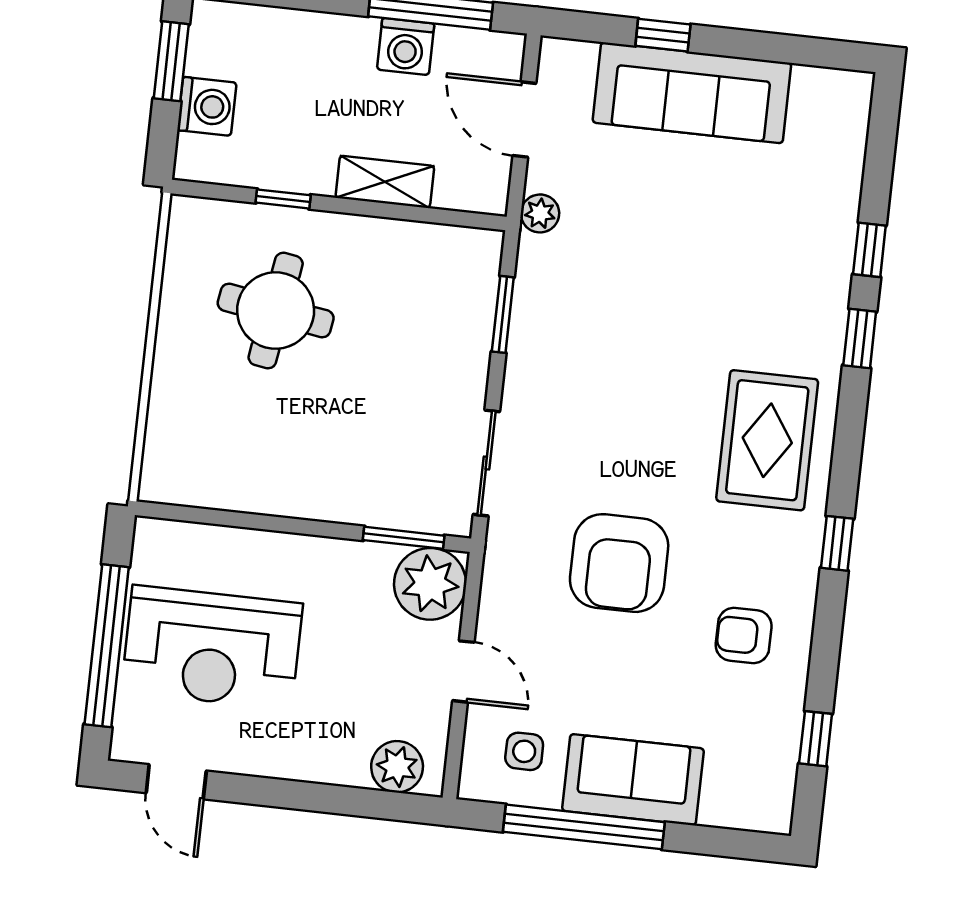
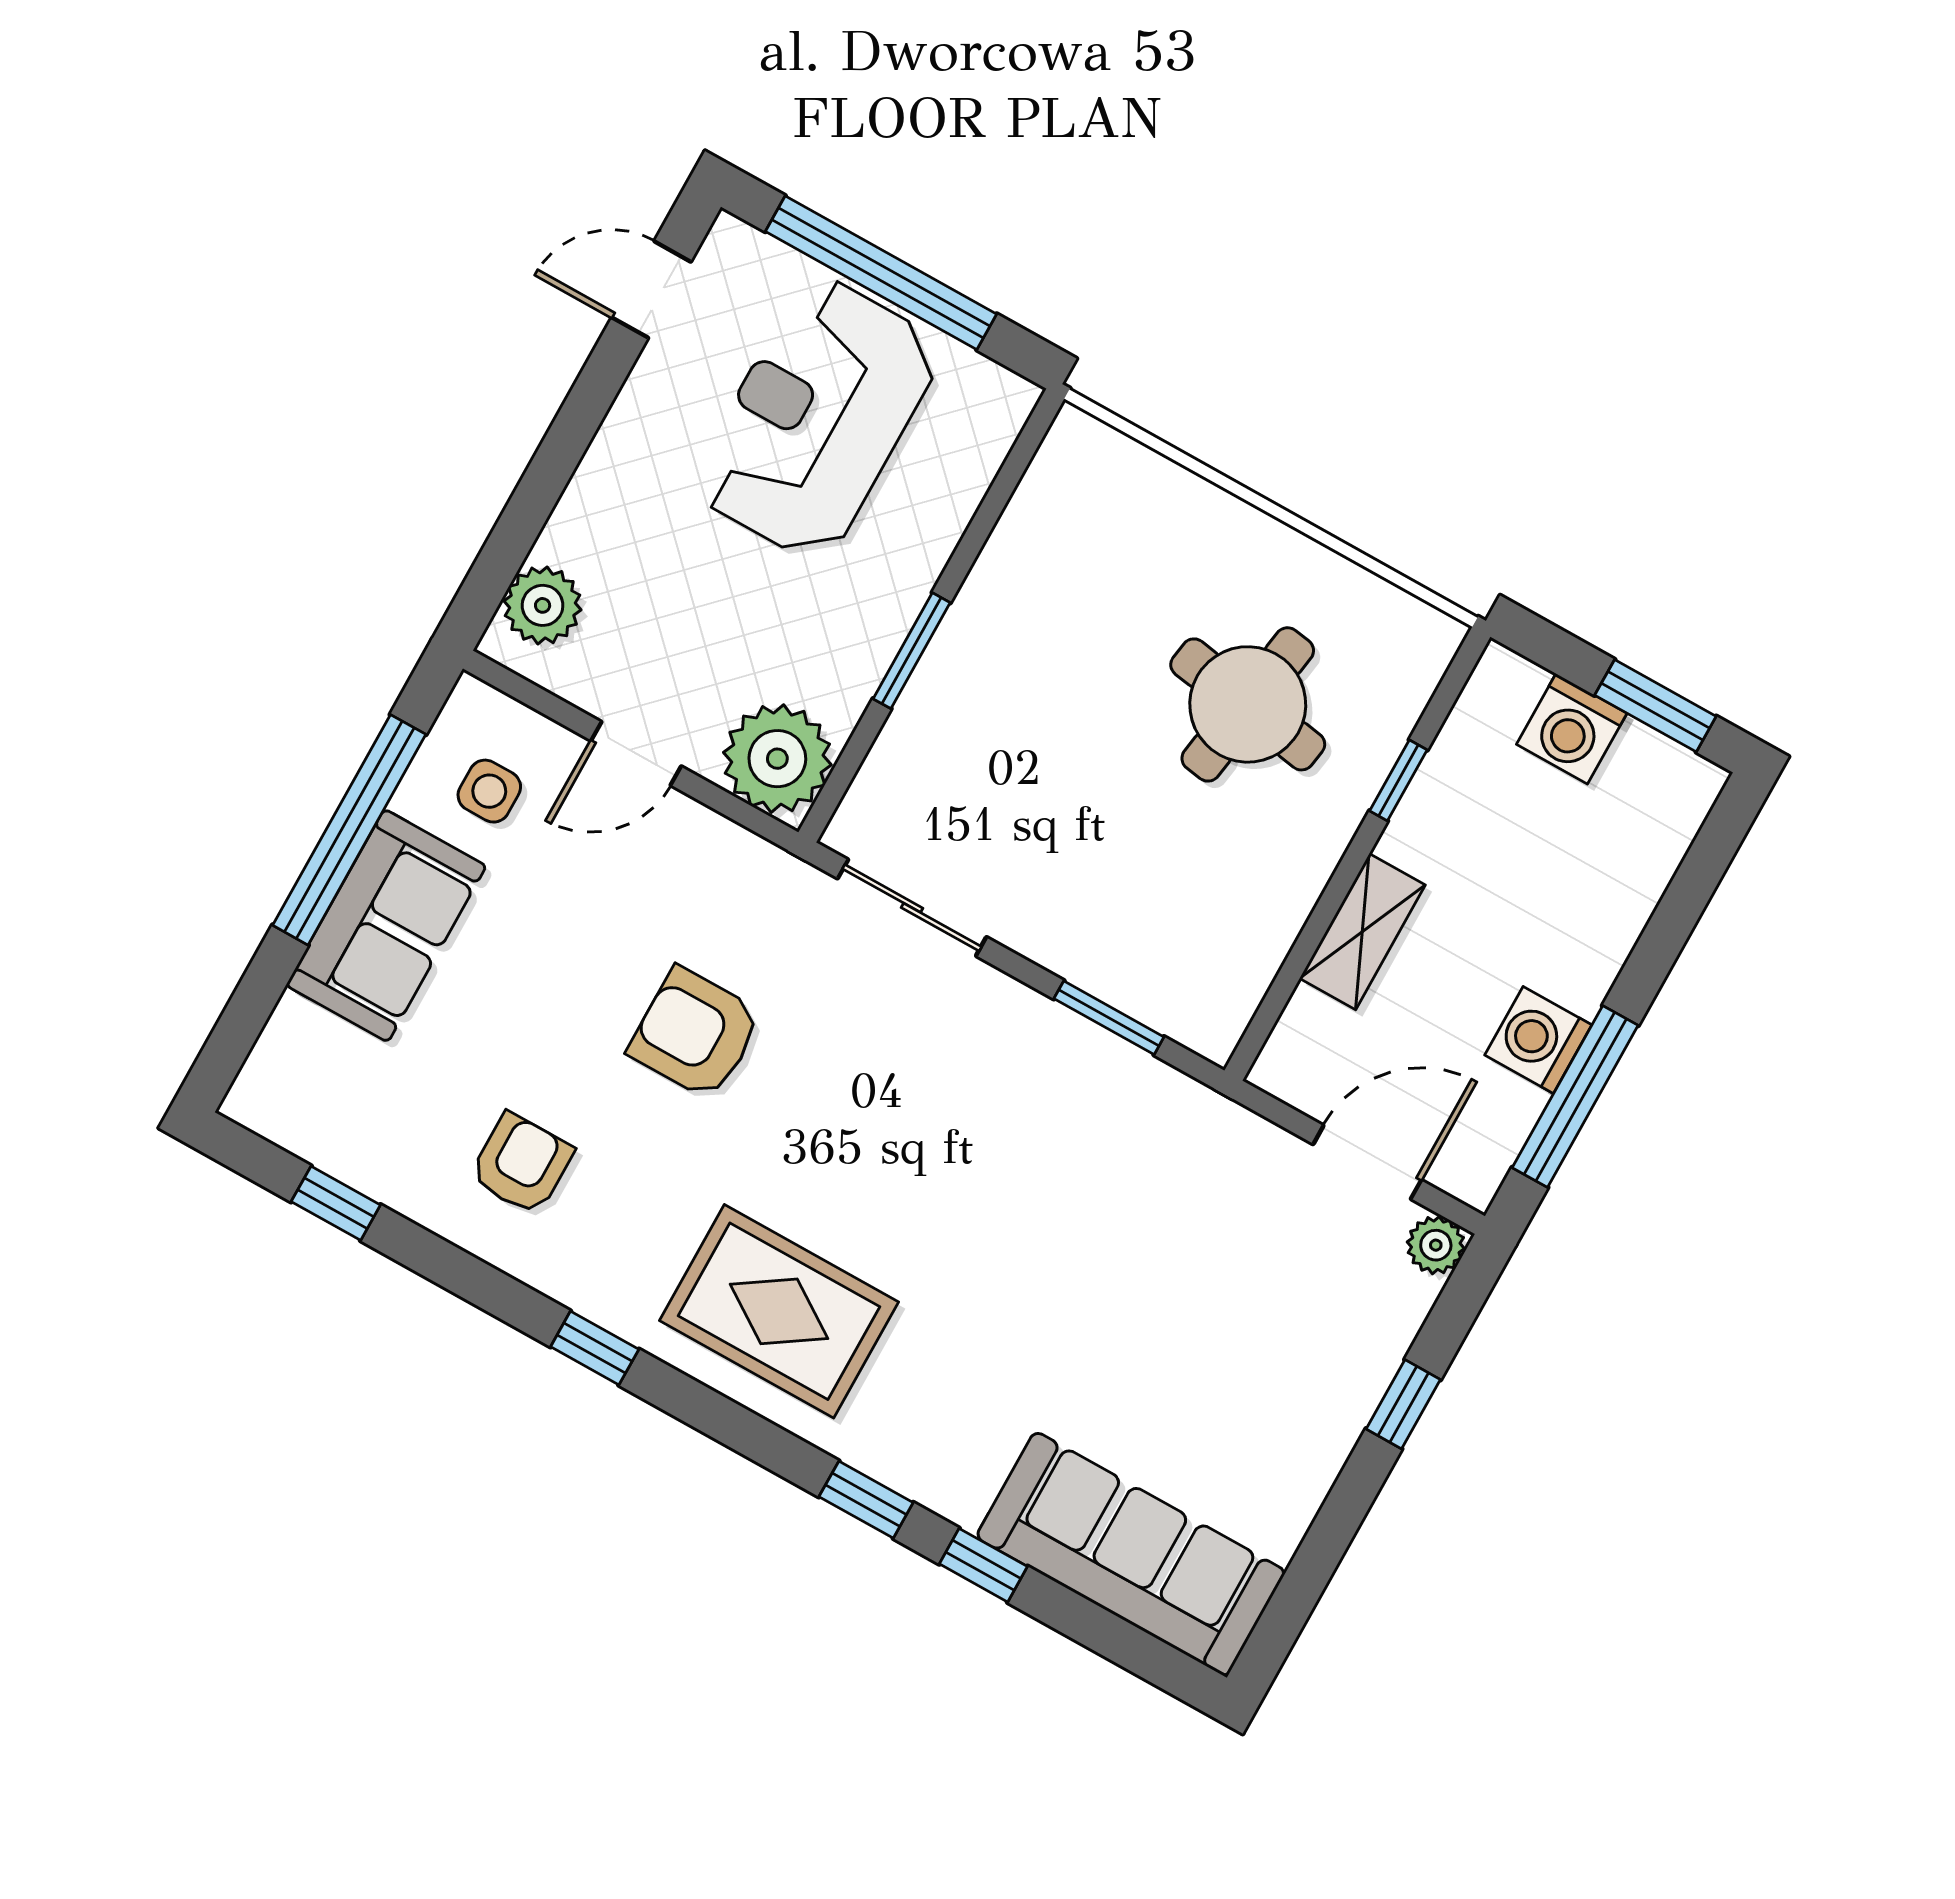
sofa: (692, 93) -> (1131, 1554), moved, turned 90
plant: (540, 213) -> (1436, 1245), moved
window: (404, 538) -> (912, 651), moved
armchair: (619, 563) -> (695, 1033), width x0.73, depth x0.73

